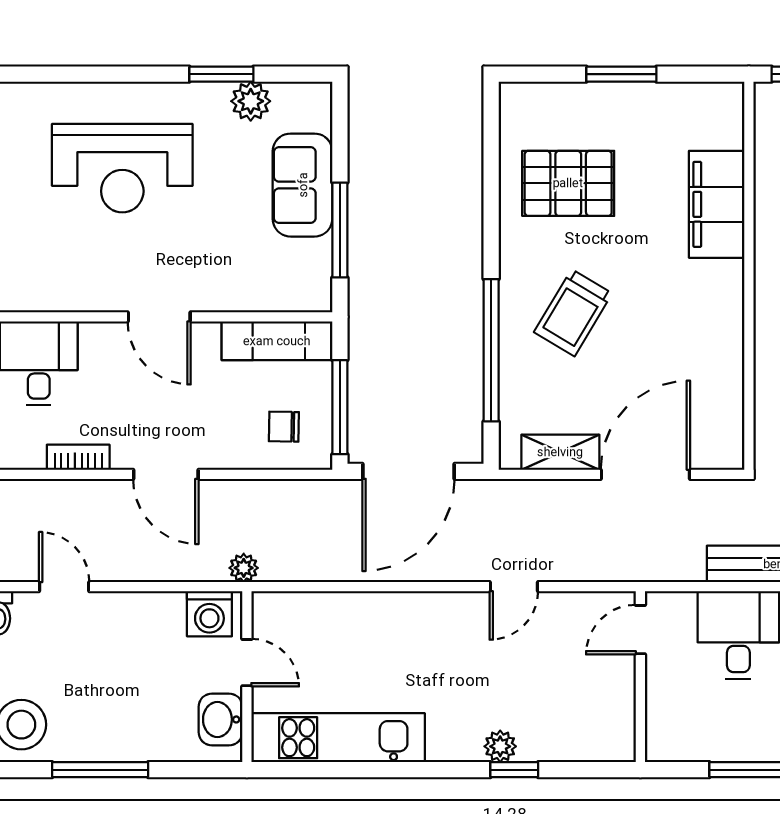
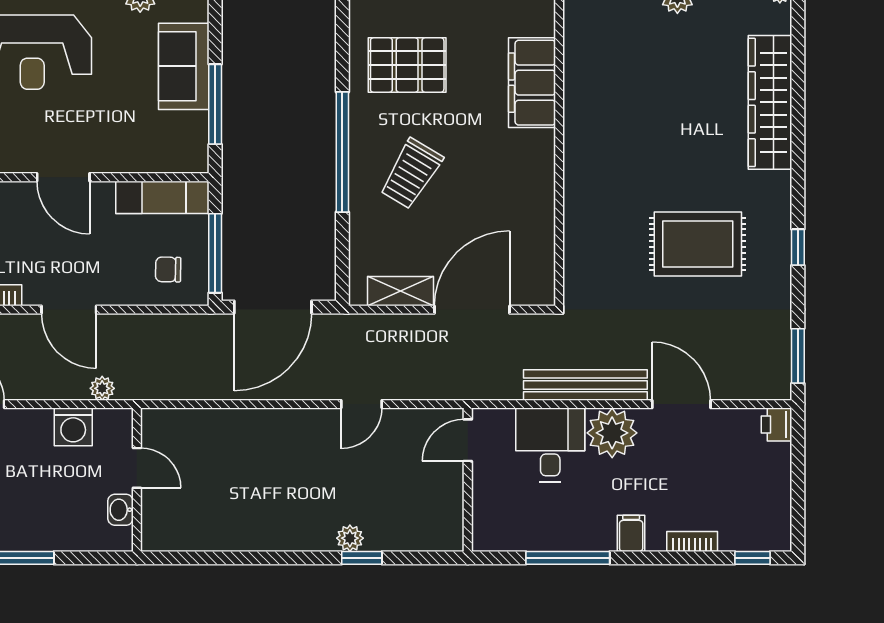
window: (491, 350) -> (342, 152), moved
plant: (244, 568) -> (102, 388), moved
washing machine: (209, 614) -> (73, 427), moved
washbasin: (220, 719) -> (120, 510), width x0.72, depth x0.69
kitchen unit: (338, 738) -> (214, 531), removed

